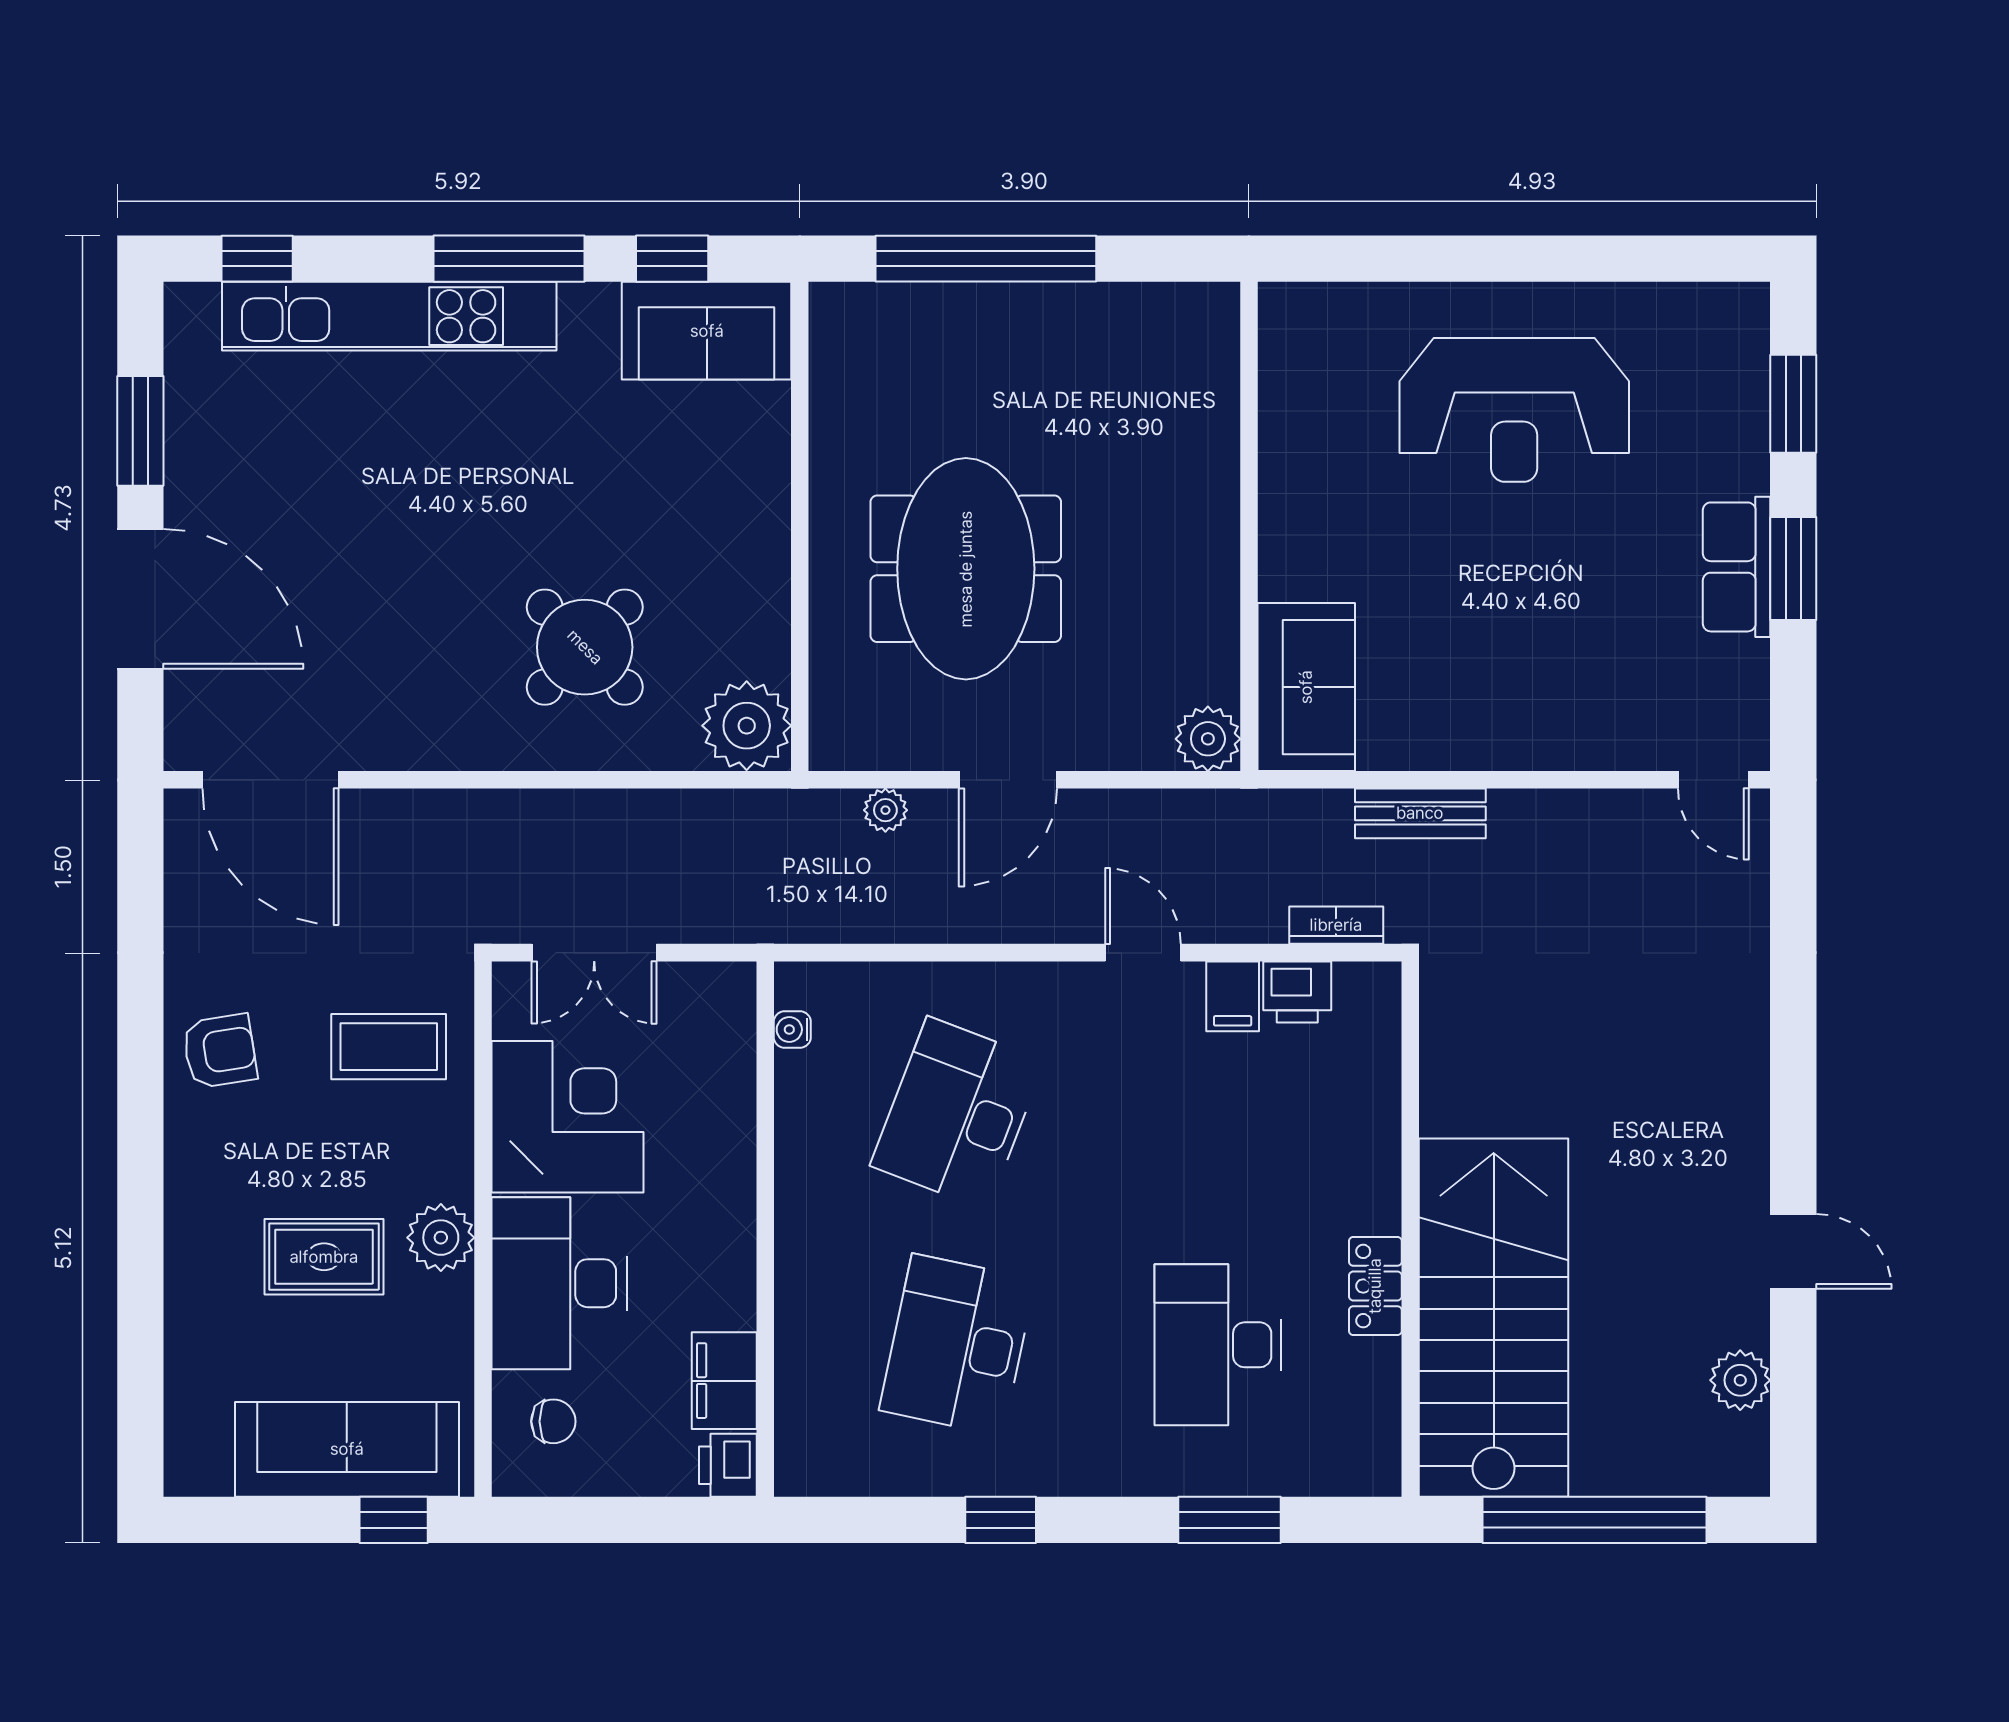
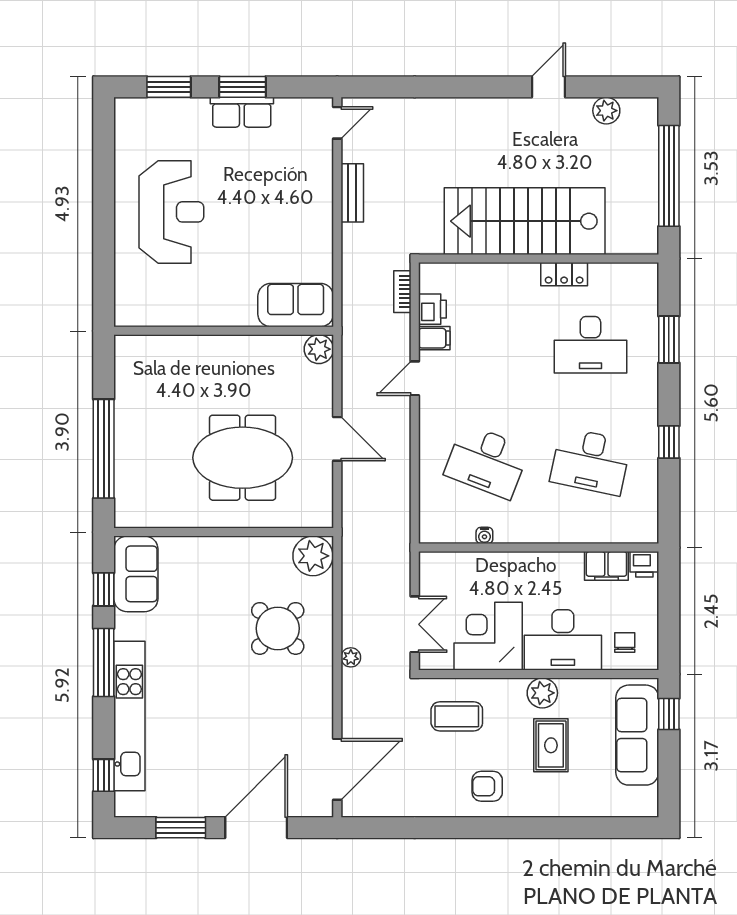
plant: (885, 810) -> (351, 657), moved
bench: (1420, 813) -> (352, 193), moved
water cooler: (792, 1030) -> (484, 535), moved
coffee table: (389, 1047) -> (457, 716), turned 90
armchair: (220, 1051) -> (487, 786), moved, turned -81
stairs: (1494, 1318) -> (525, 221), moved

